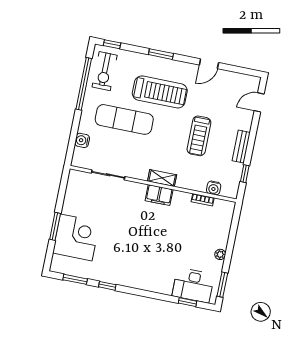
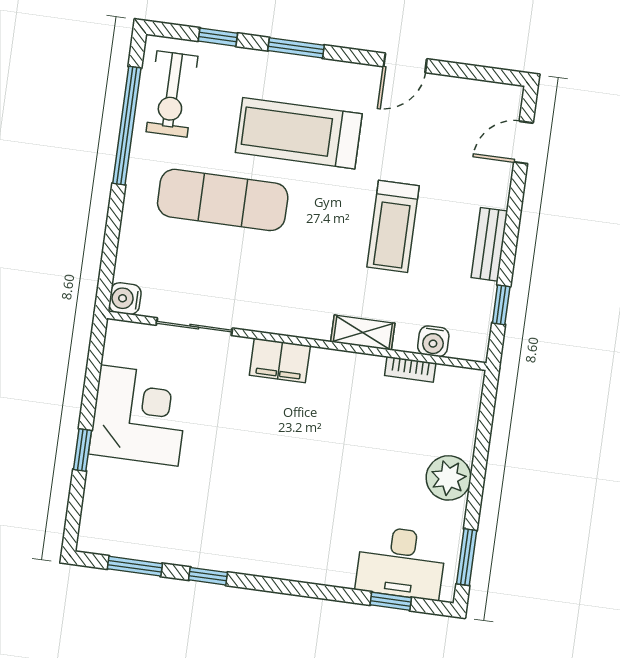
window: (112, 44) -> (218, 37), moved
treadmill: (160, 92) -> (299, 133), turned 180
water cooler: (82, 140) -> (125, 299), moved
shelving: (162, 178) -> (363, 333), moved
filing cabinet: (159, 195) -> (280, 361), moved
window: (55, 226) -> (82, 450), width x0.67
corner desk: (76, 237) -> (139, 415), moved
plant: (220, 254) -> (449, 478), width x1.87, depth x1.87

